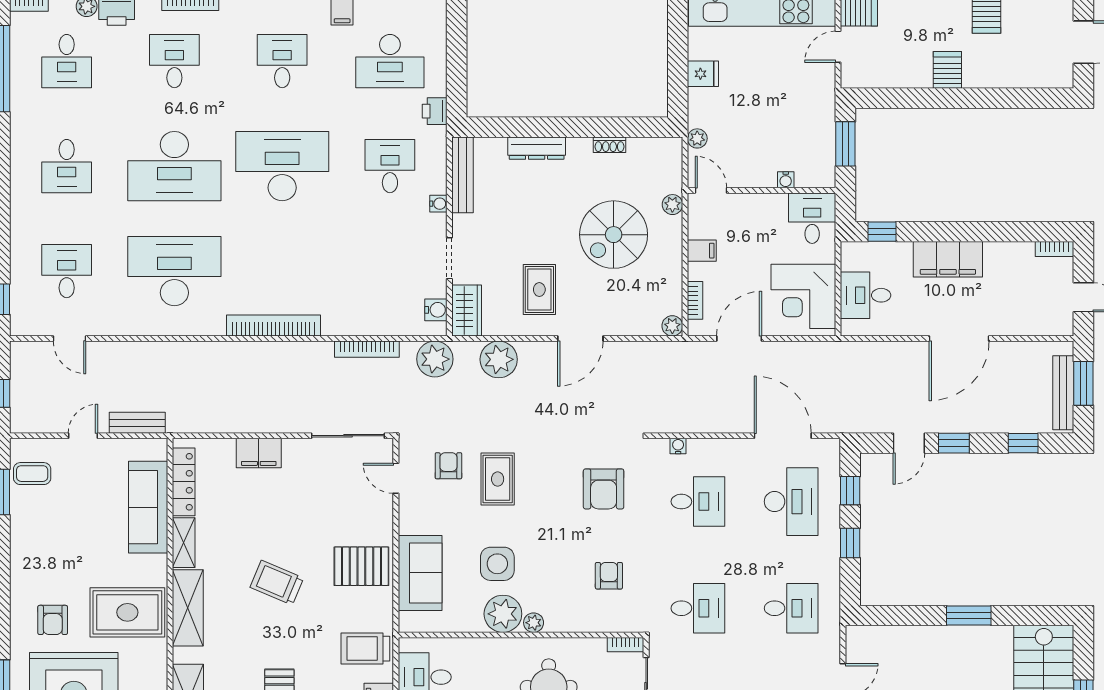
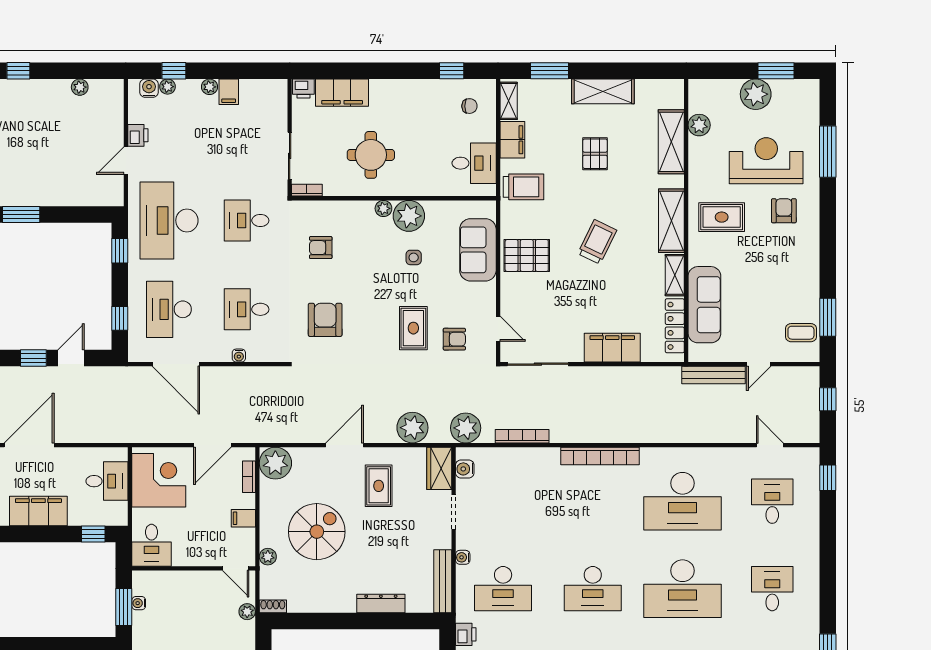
shoe rack: (609, 145) -> (273, 606), moved
desk: (174, 166) -> (682, 589), turned 180
desk: (282, 166) -> (593, 589), width x0.73, depth x0.77
desk: (390, 166) -> (503, 589), width x1.37
water cooler: (786, 180) -> (139, 603), moved, turned -90
desk: (67, 271) -> (772, 501), turned 180
plant: (672, 326) -> (275, 463), width x1.88, depth x1.88
bench: (137, 423) -> (713, 375), width x1.36
water cooler: (678, 446) -> (239, 356), moved
filing cabinet: (259, 453) -> (612, 348), width x1.50, depth x1.17
armchair: (448, 466) -> (454, 339), turned -90
window: (850, 543) -> (120, 251), moved
side table: (497, 564) -> (414, 257), width x0.54, depth x0.54
armchair: (609, 576) -> (321, 248), turned 90
trolley: (277, 583) -> (597, 242), turned -87
desk: (791, 608) -> (169, 220), width x1.87, depth x1.30
rug: (127, 612) -> (722, 217), width x0.73, depth x0.70

